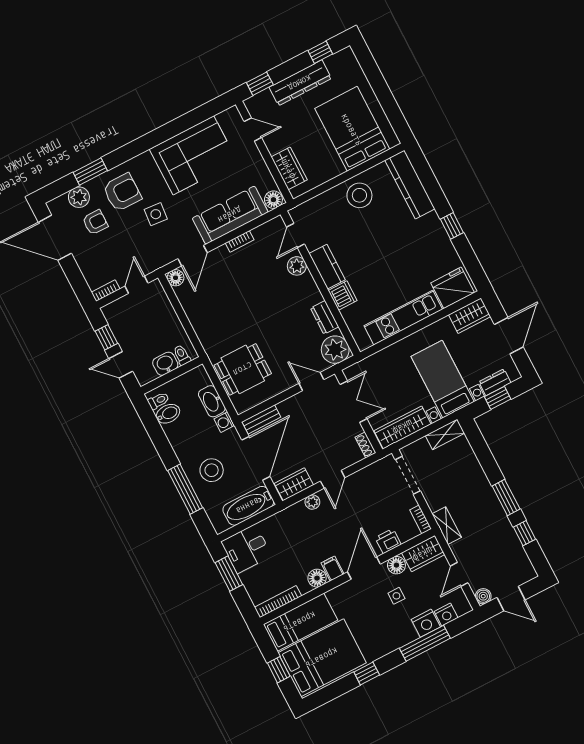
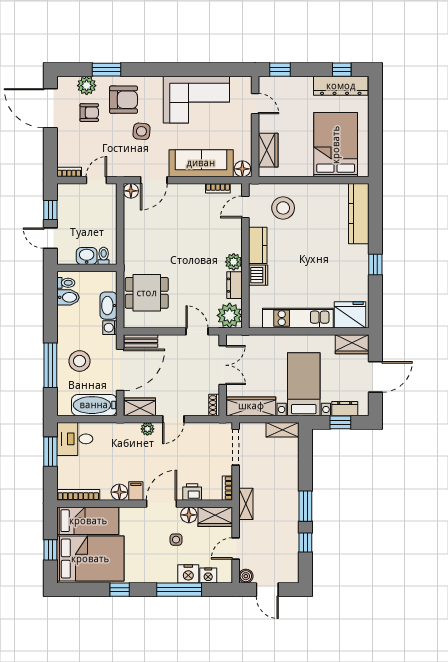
dresser: (300, 83) -> (341, 86), moved
stool: (359, 195) -> (283, 208), moved
bookcase: (240, 241) -> (218, 188), moved
plant: (297, 266) -> (234, 262), moved

